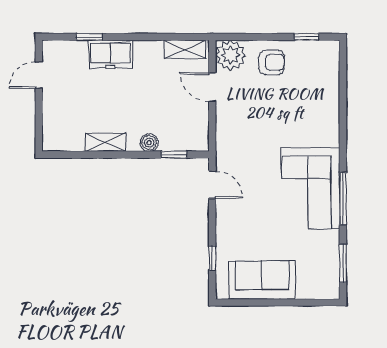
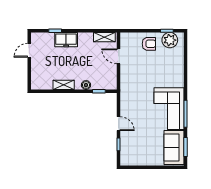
plant: (231, 55) -> (170, 40), moved
door: (212, 185) -> (118, 124), moved
sofa: (262, 280) -> (174, 147), moved, turned -90

